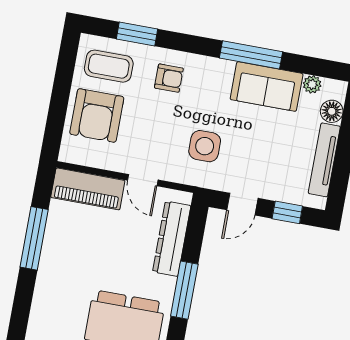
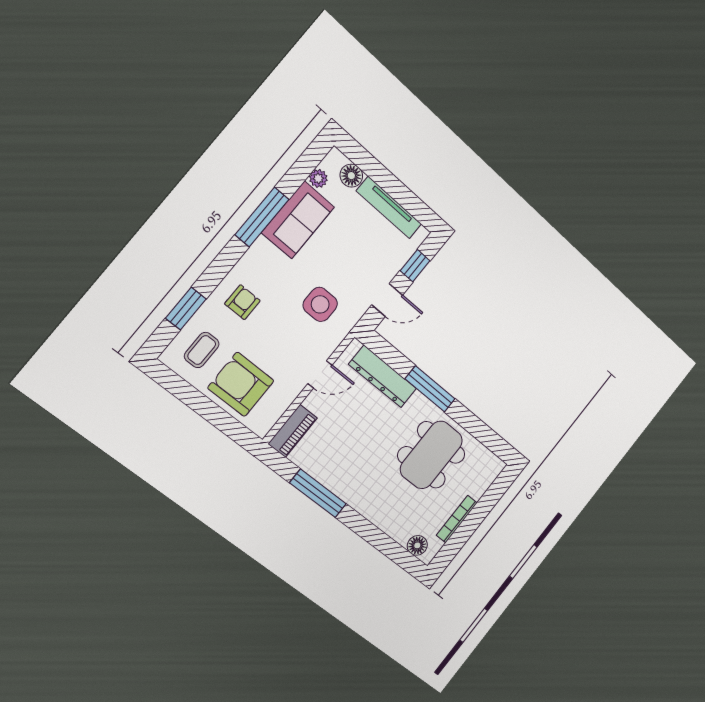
coffee table: (109, 66) -> (202, 350), width x0.73, depth x0.77
armchair: (97, 115) -> (241, 384), turned 180
piano: (88, 189) -> (293, 431), width x0.73, depth x0.75
door: (242, 204) -> (387, 300), hinge flipped

